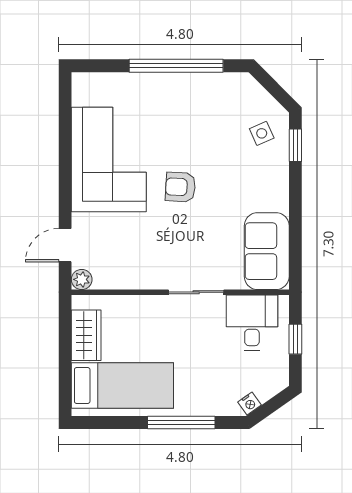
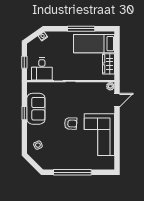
window: (295, 145) -> (24, 113), moved
sofa: (267, 251) -> (36, 109), moved
window: (181, 423) -> (81, 29), moved

